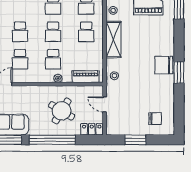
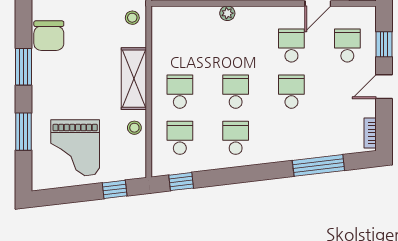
school desk: (53, 59) -> (236, 45), removed
chair: (164, 65) -> (49, 36), turned 90
window: (179, 72) -> (23, 67), moved
piano: (86, 77) -> (181, 16), removed

